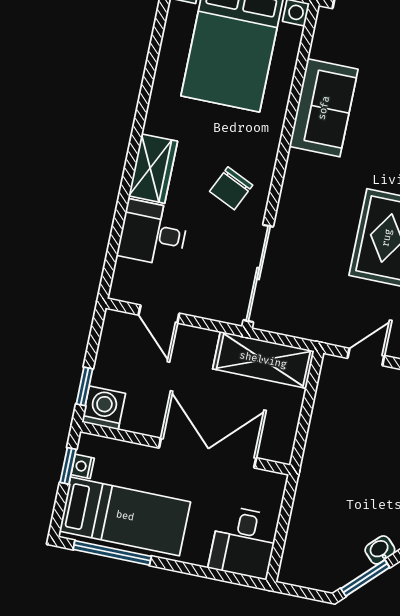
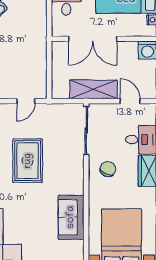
shelving: (263, 360) -> (93, 89), moved

